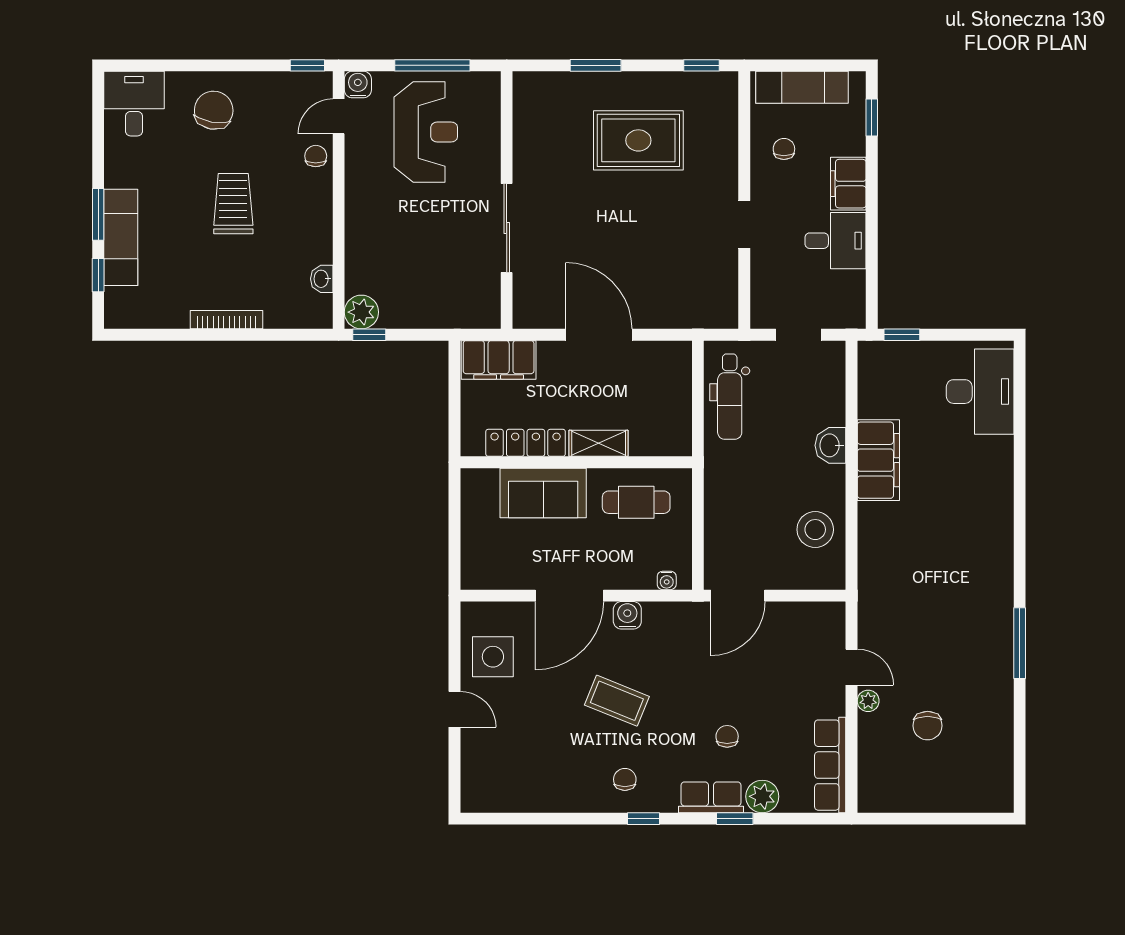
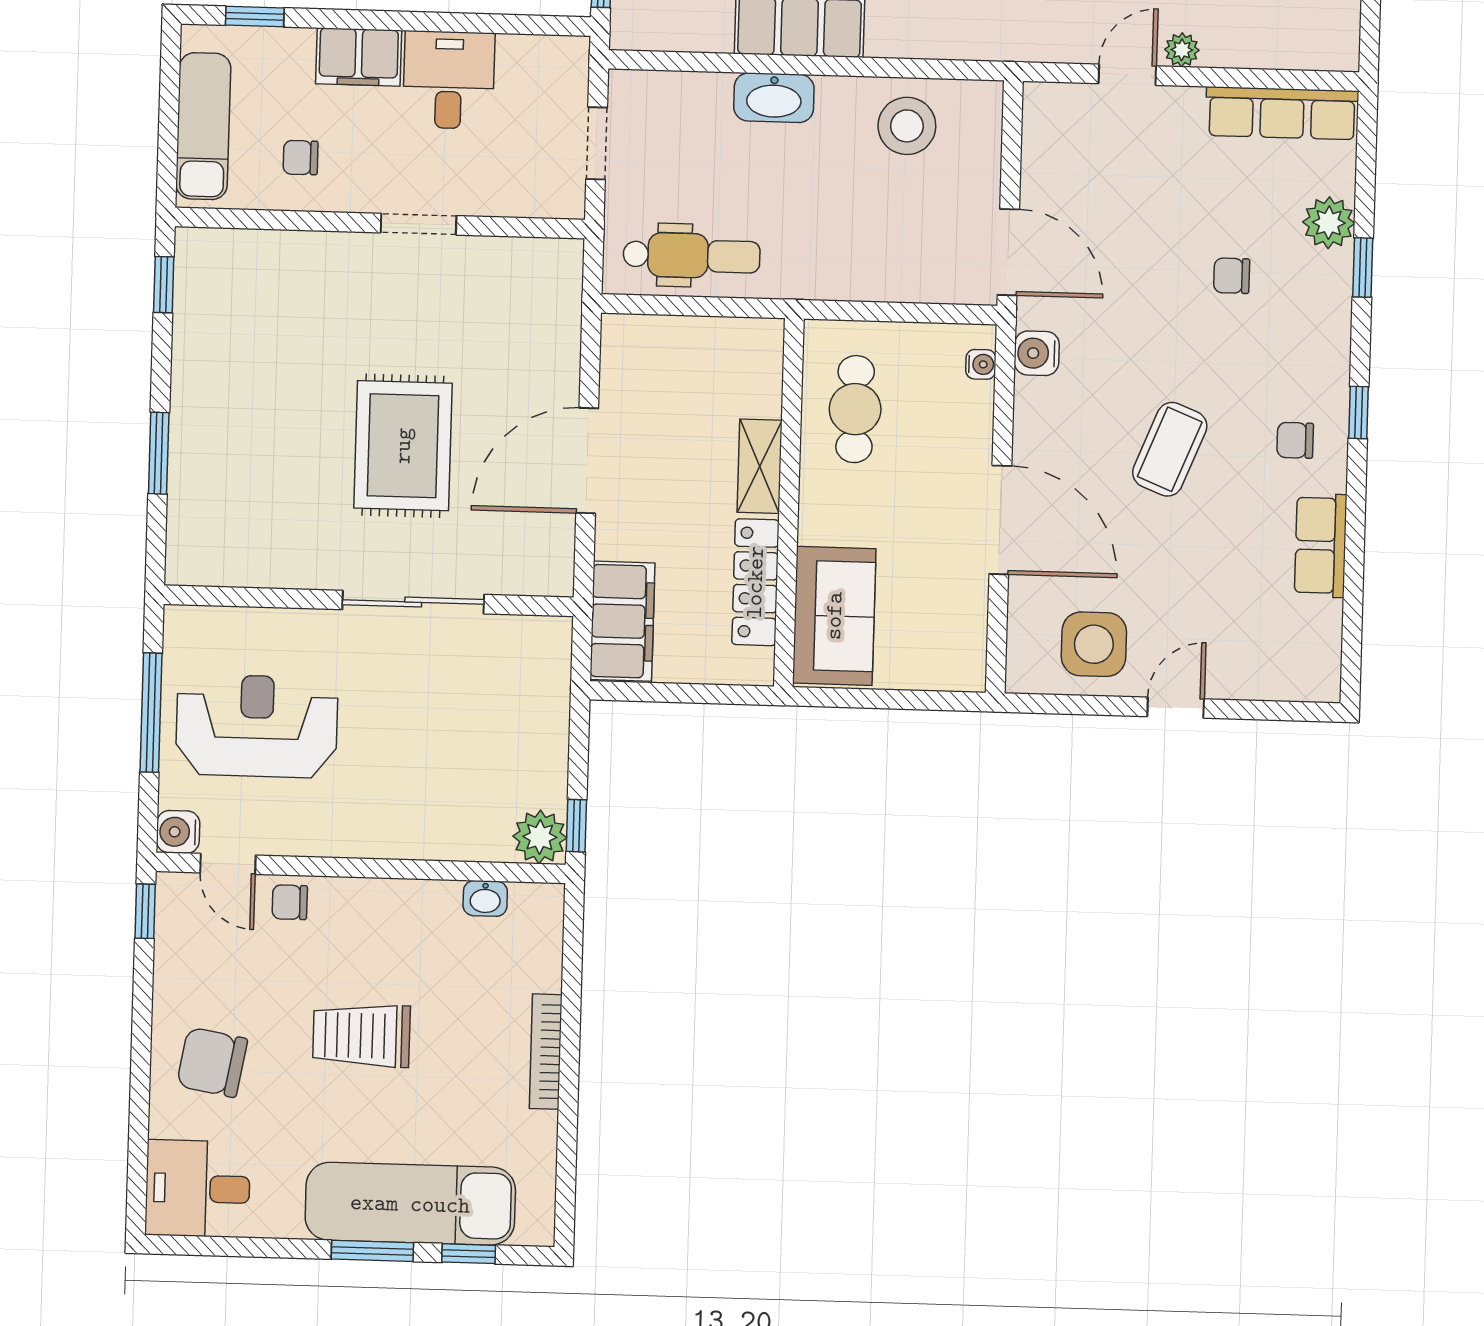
rug: (638, 140) -> (403, 446), moved
exam couch: (121, 237) -> (410, 1204), width x1.36, depth x1.45
washbasin: (830, 445) -> (774, 98), width x1.38
sofa: (543, 493) -> (834, 616), moved
water cooler: (627, 615) -> (1037, 353), moved
row of seats: (711, 797) -> (1321, 545), moved

